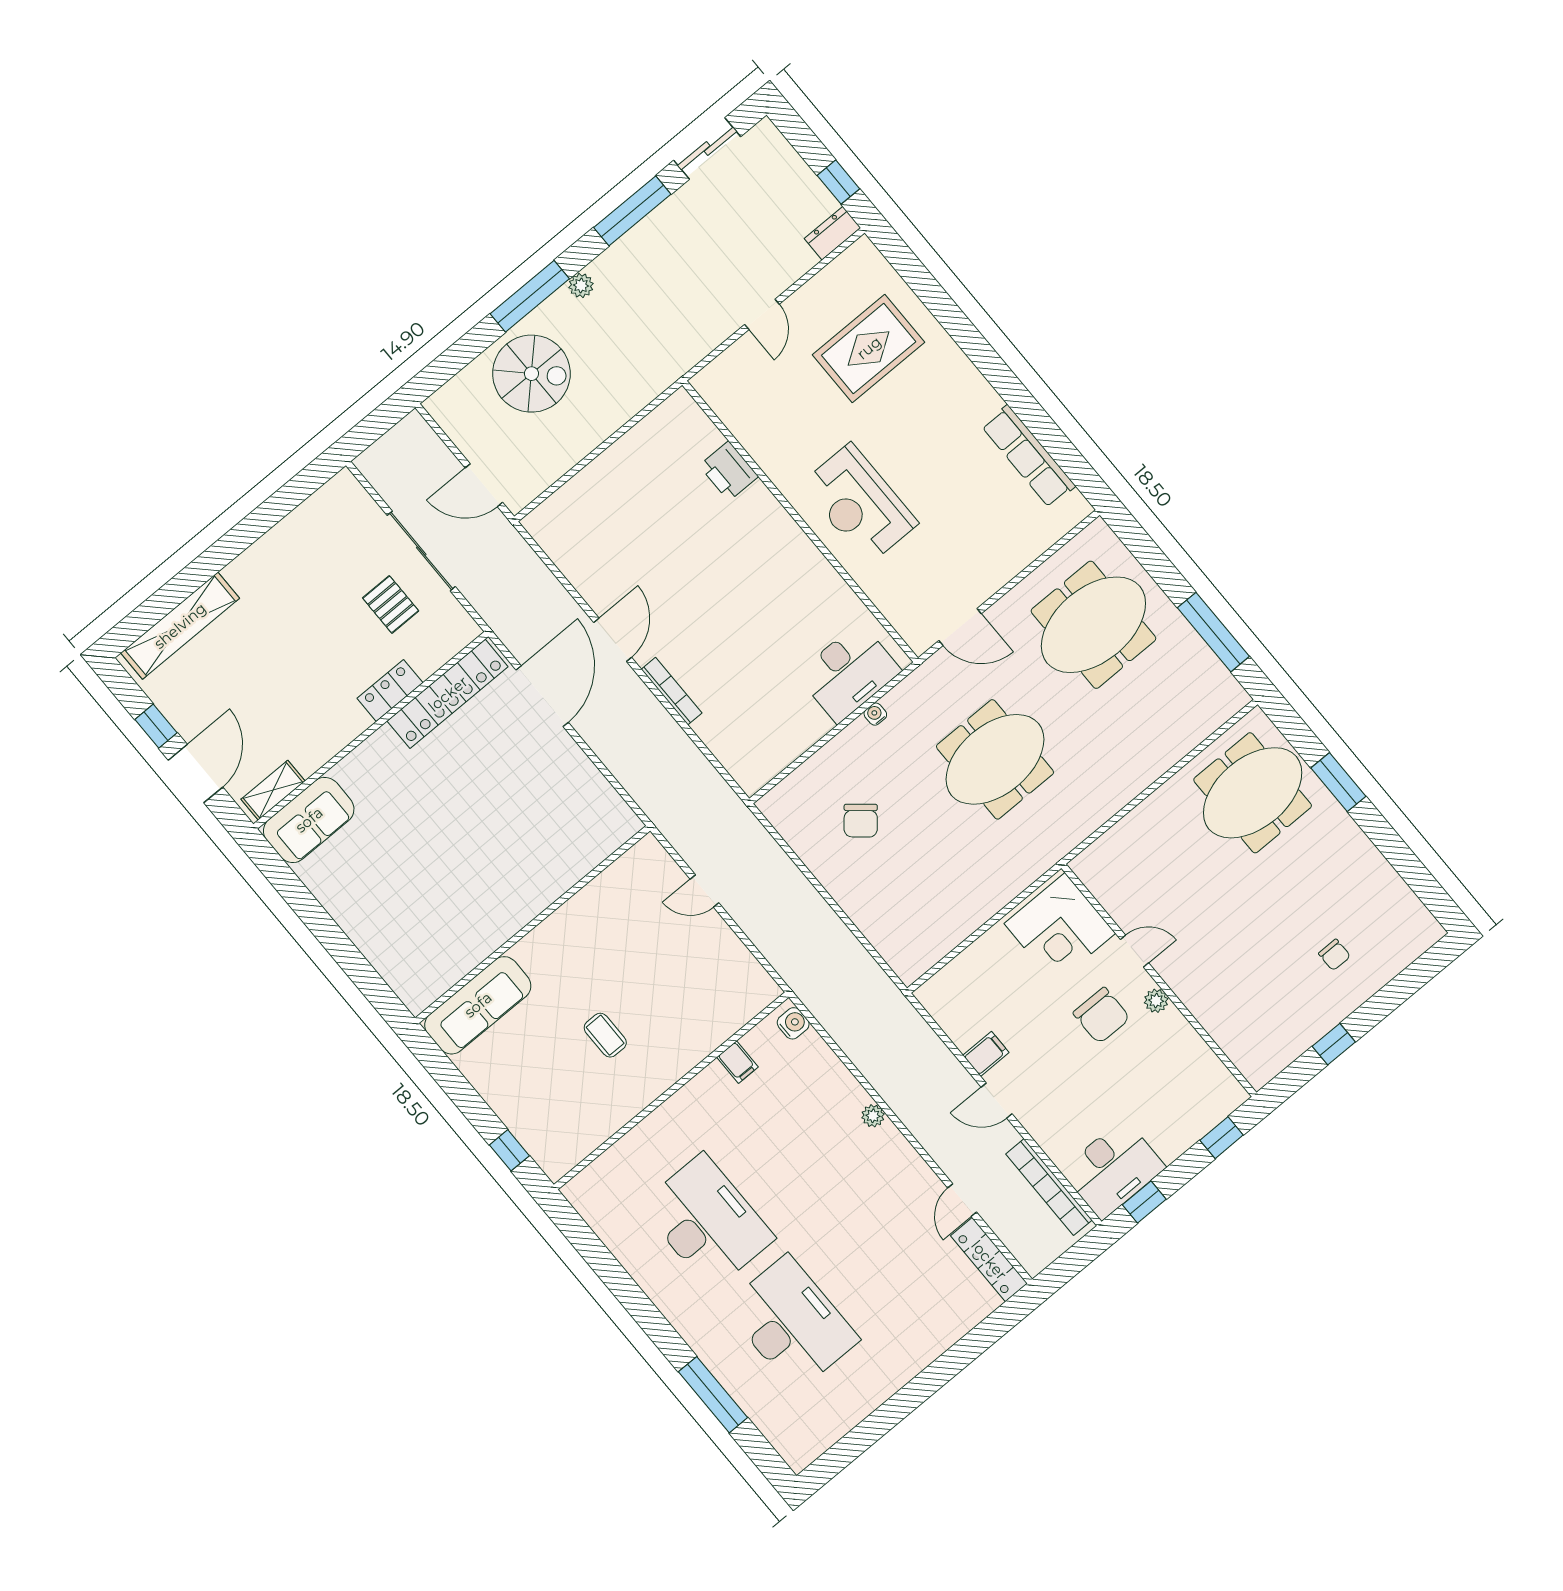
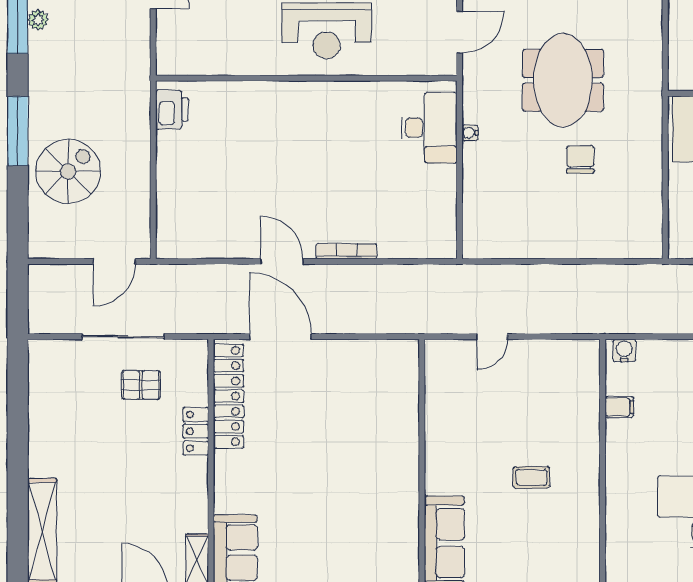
plant: (581, 285) -> (38, 20), moved
printer: (729, 471) -> (172, 110), moved, turned -90
chair: (861, 821) -> (580, 159), moved, turned -130

